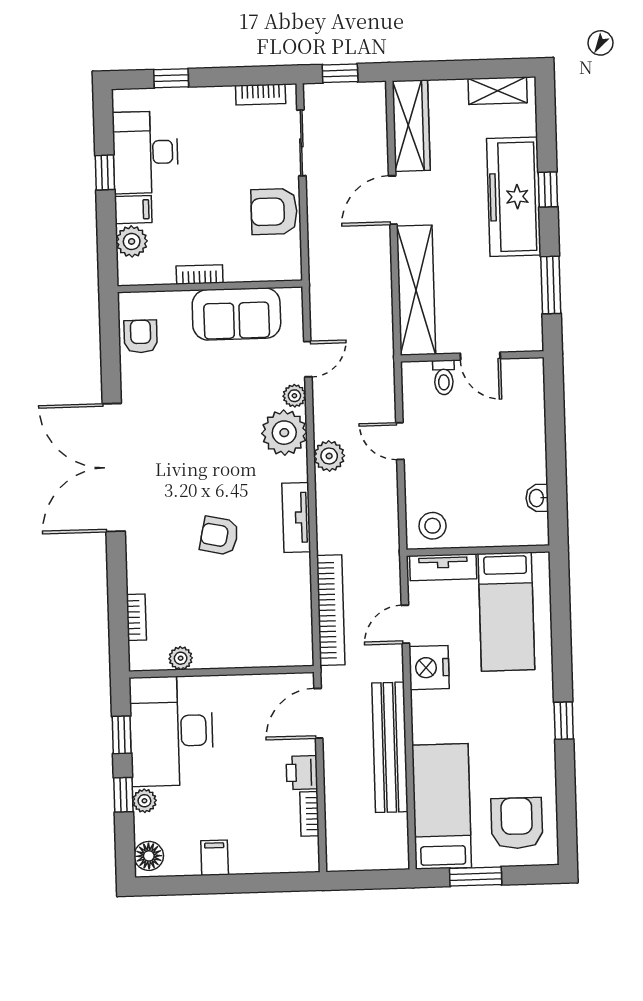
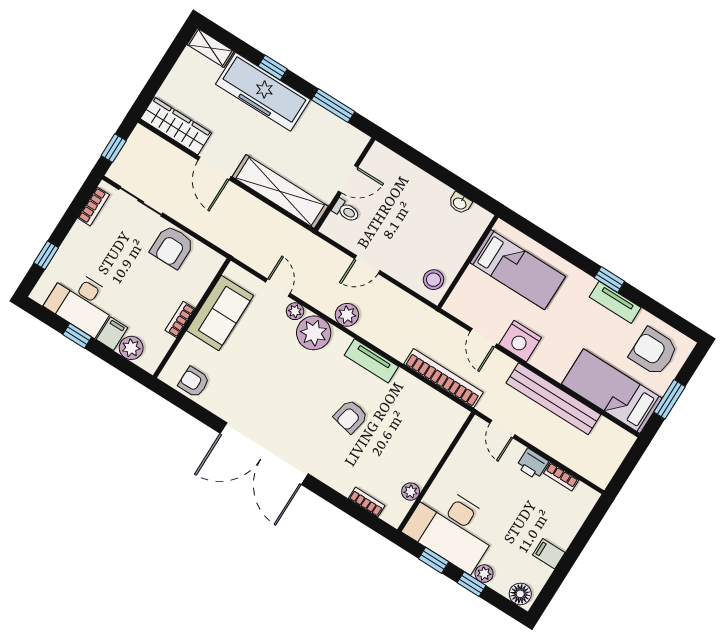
shelving: (498, 91) -> (210, 48), moved, turned 90
tv unit: (443, 567) -> (615, 302), moved, turned 90
door: (318, 713) -> (502, 429), width x0.73

